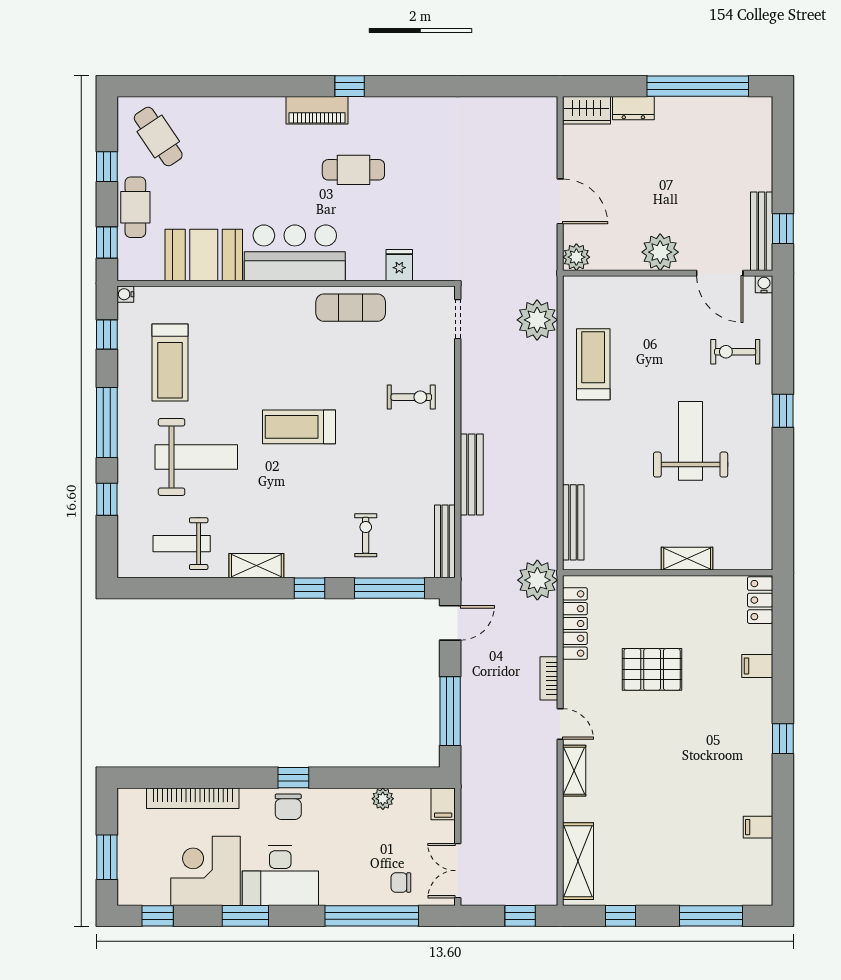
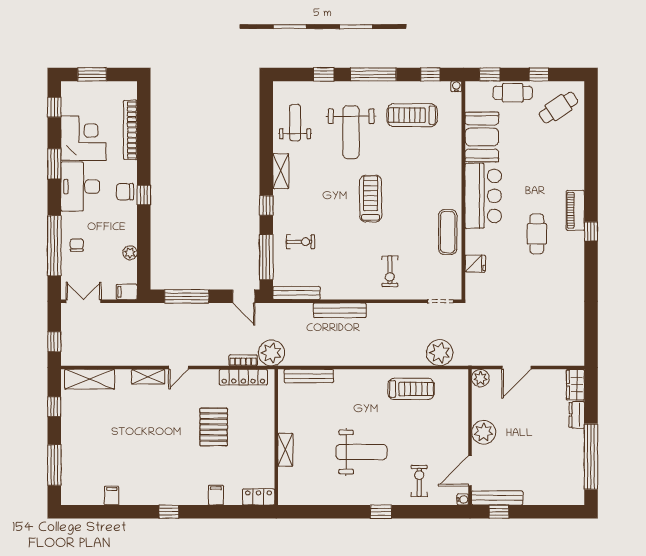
bookcase: (549, 678) -> (243, 360), moved
chair: (401, 883) -> (77, 245), moved

